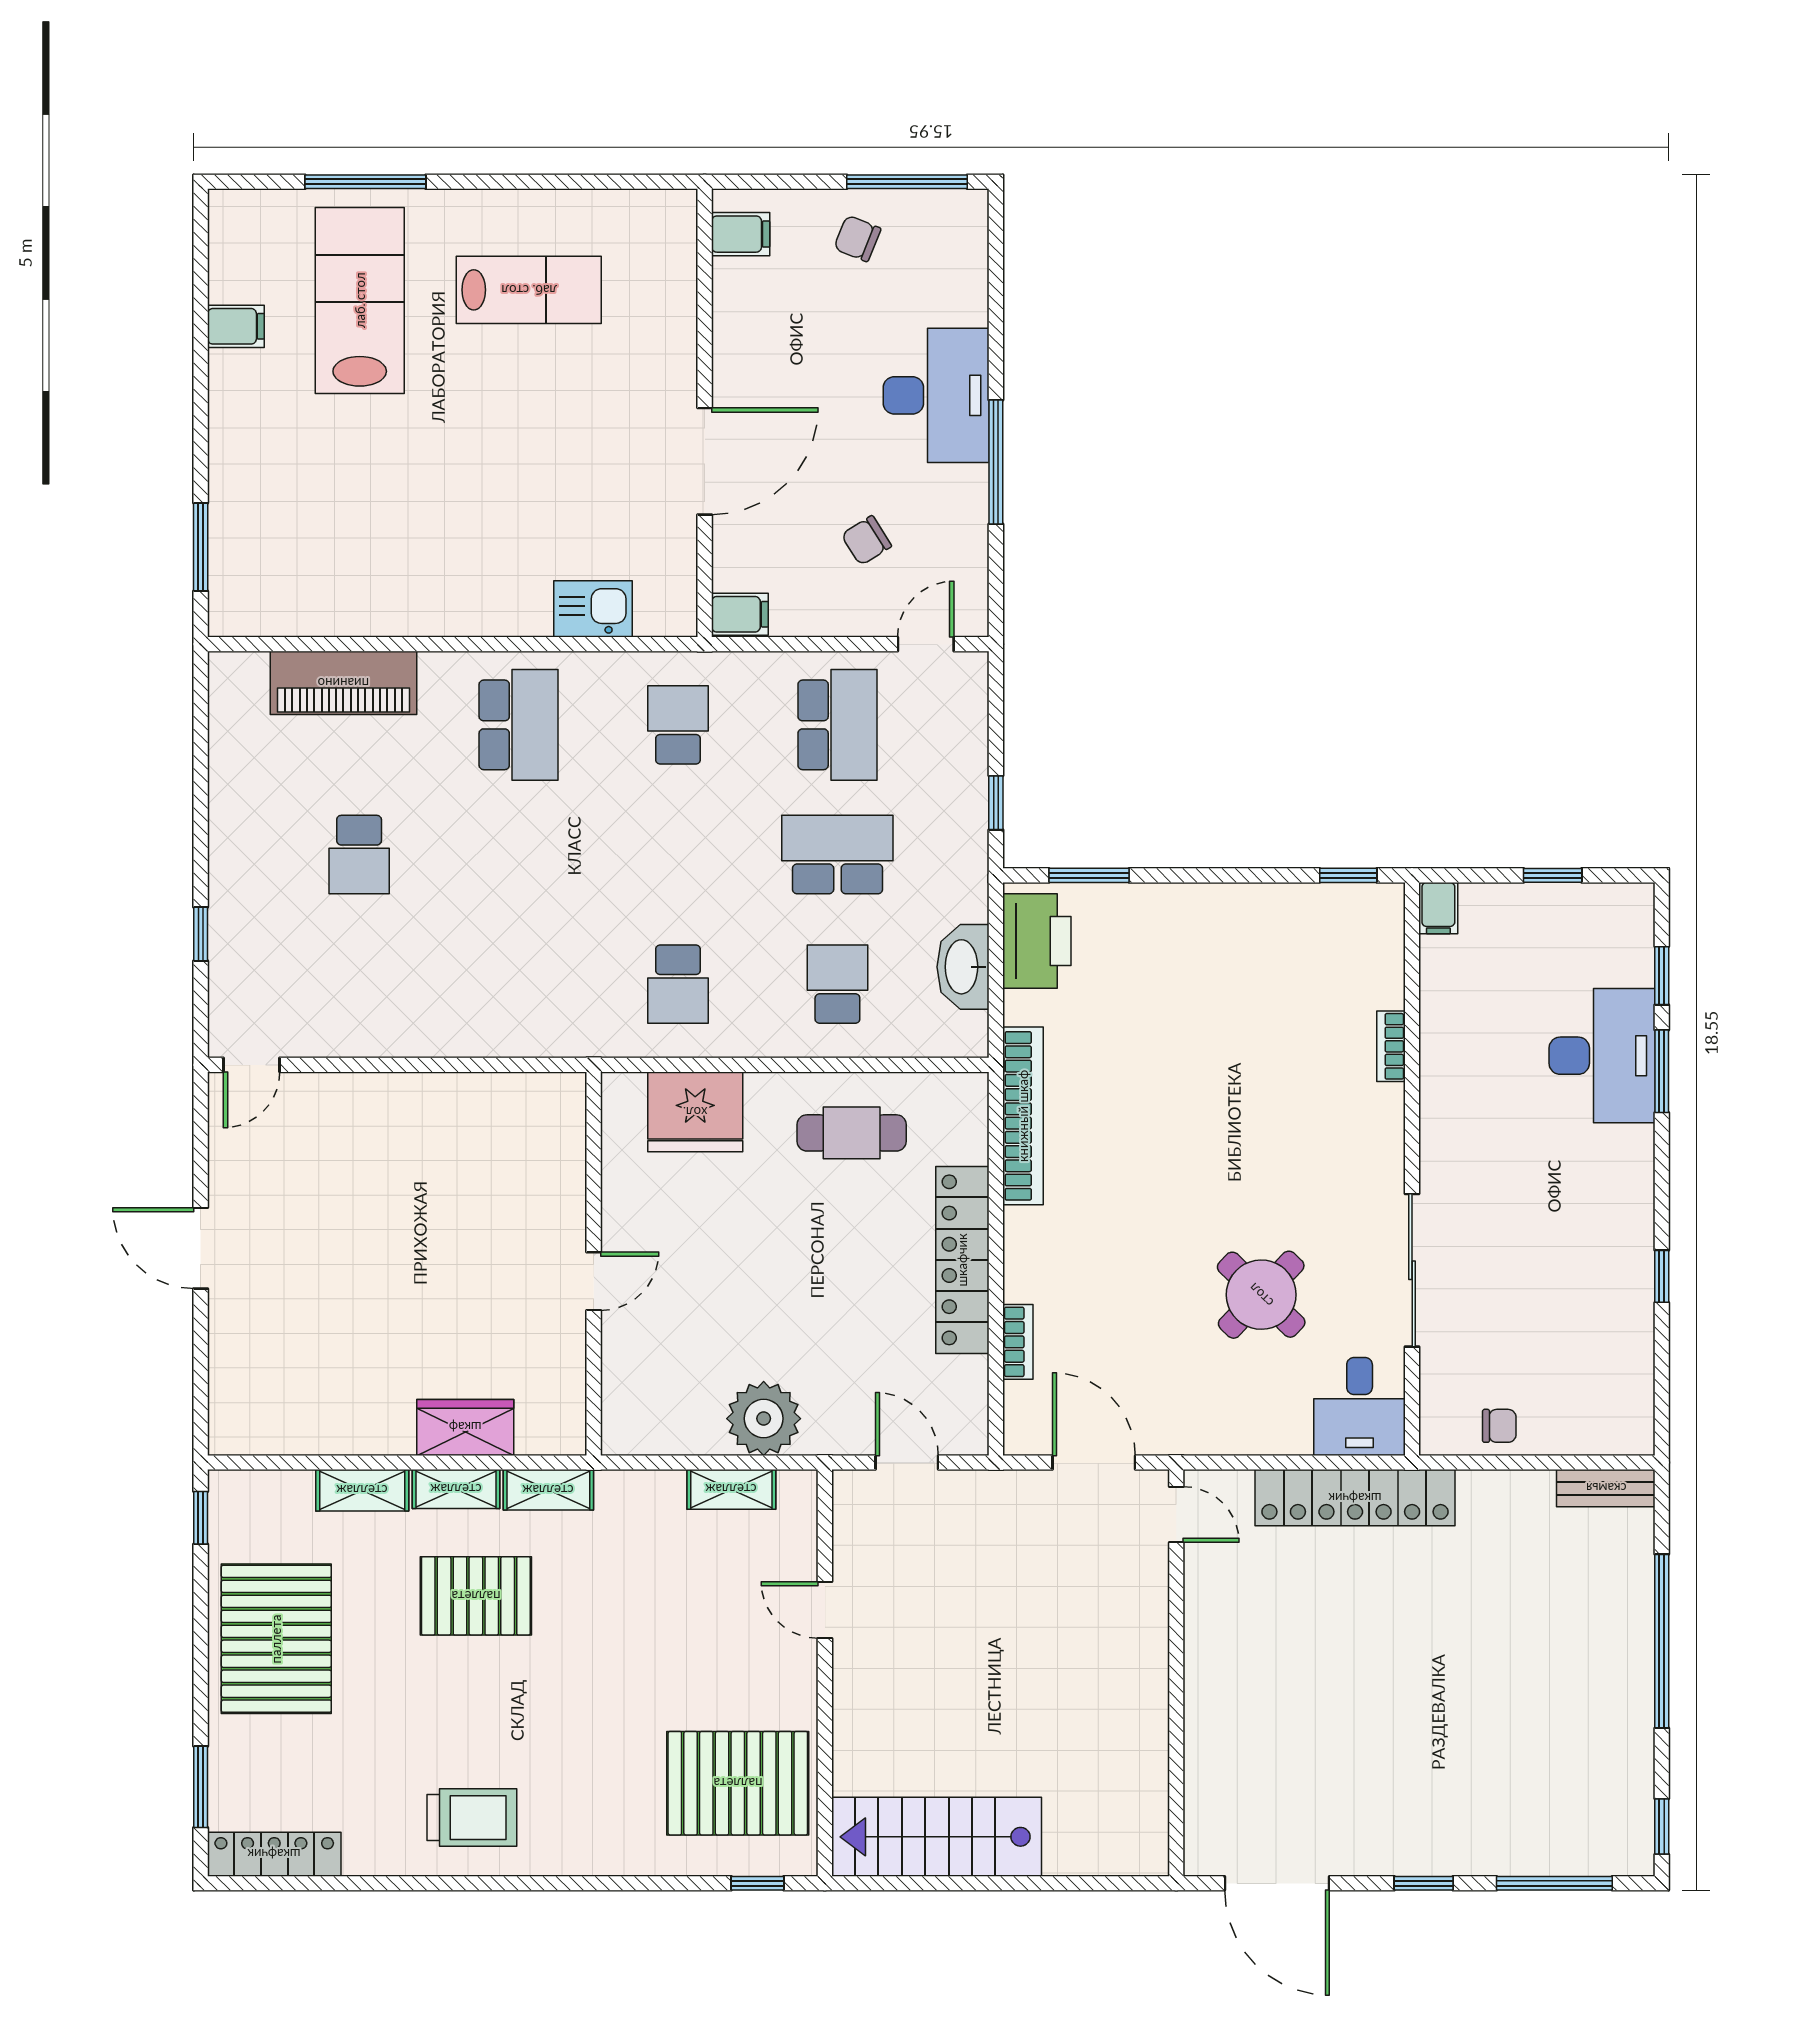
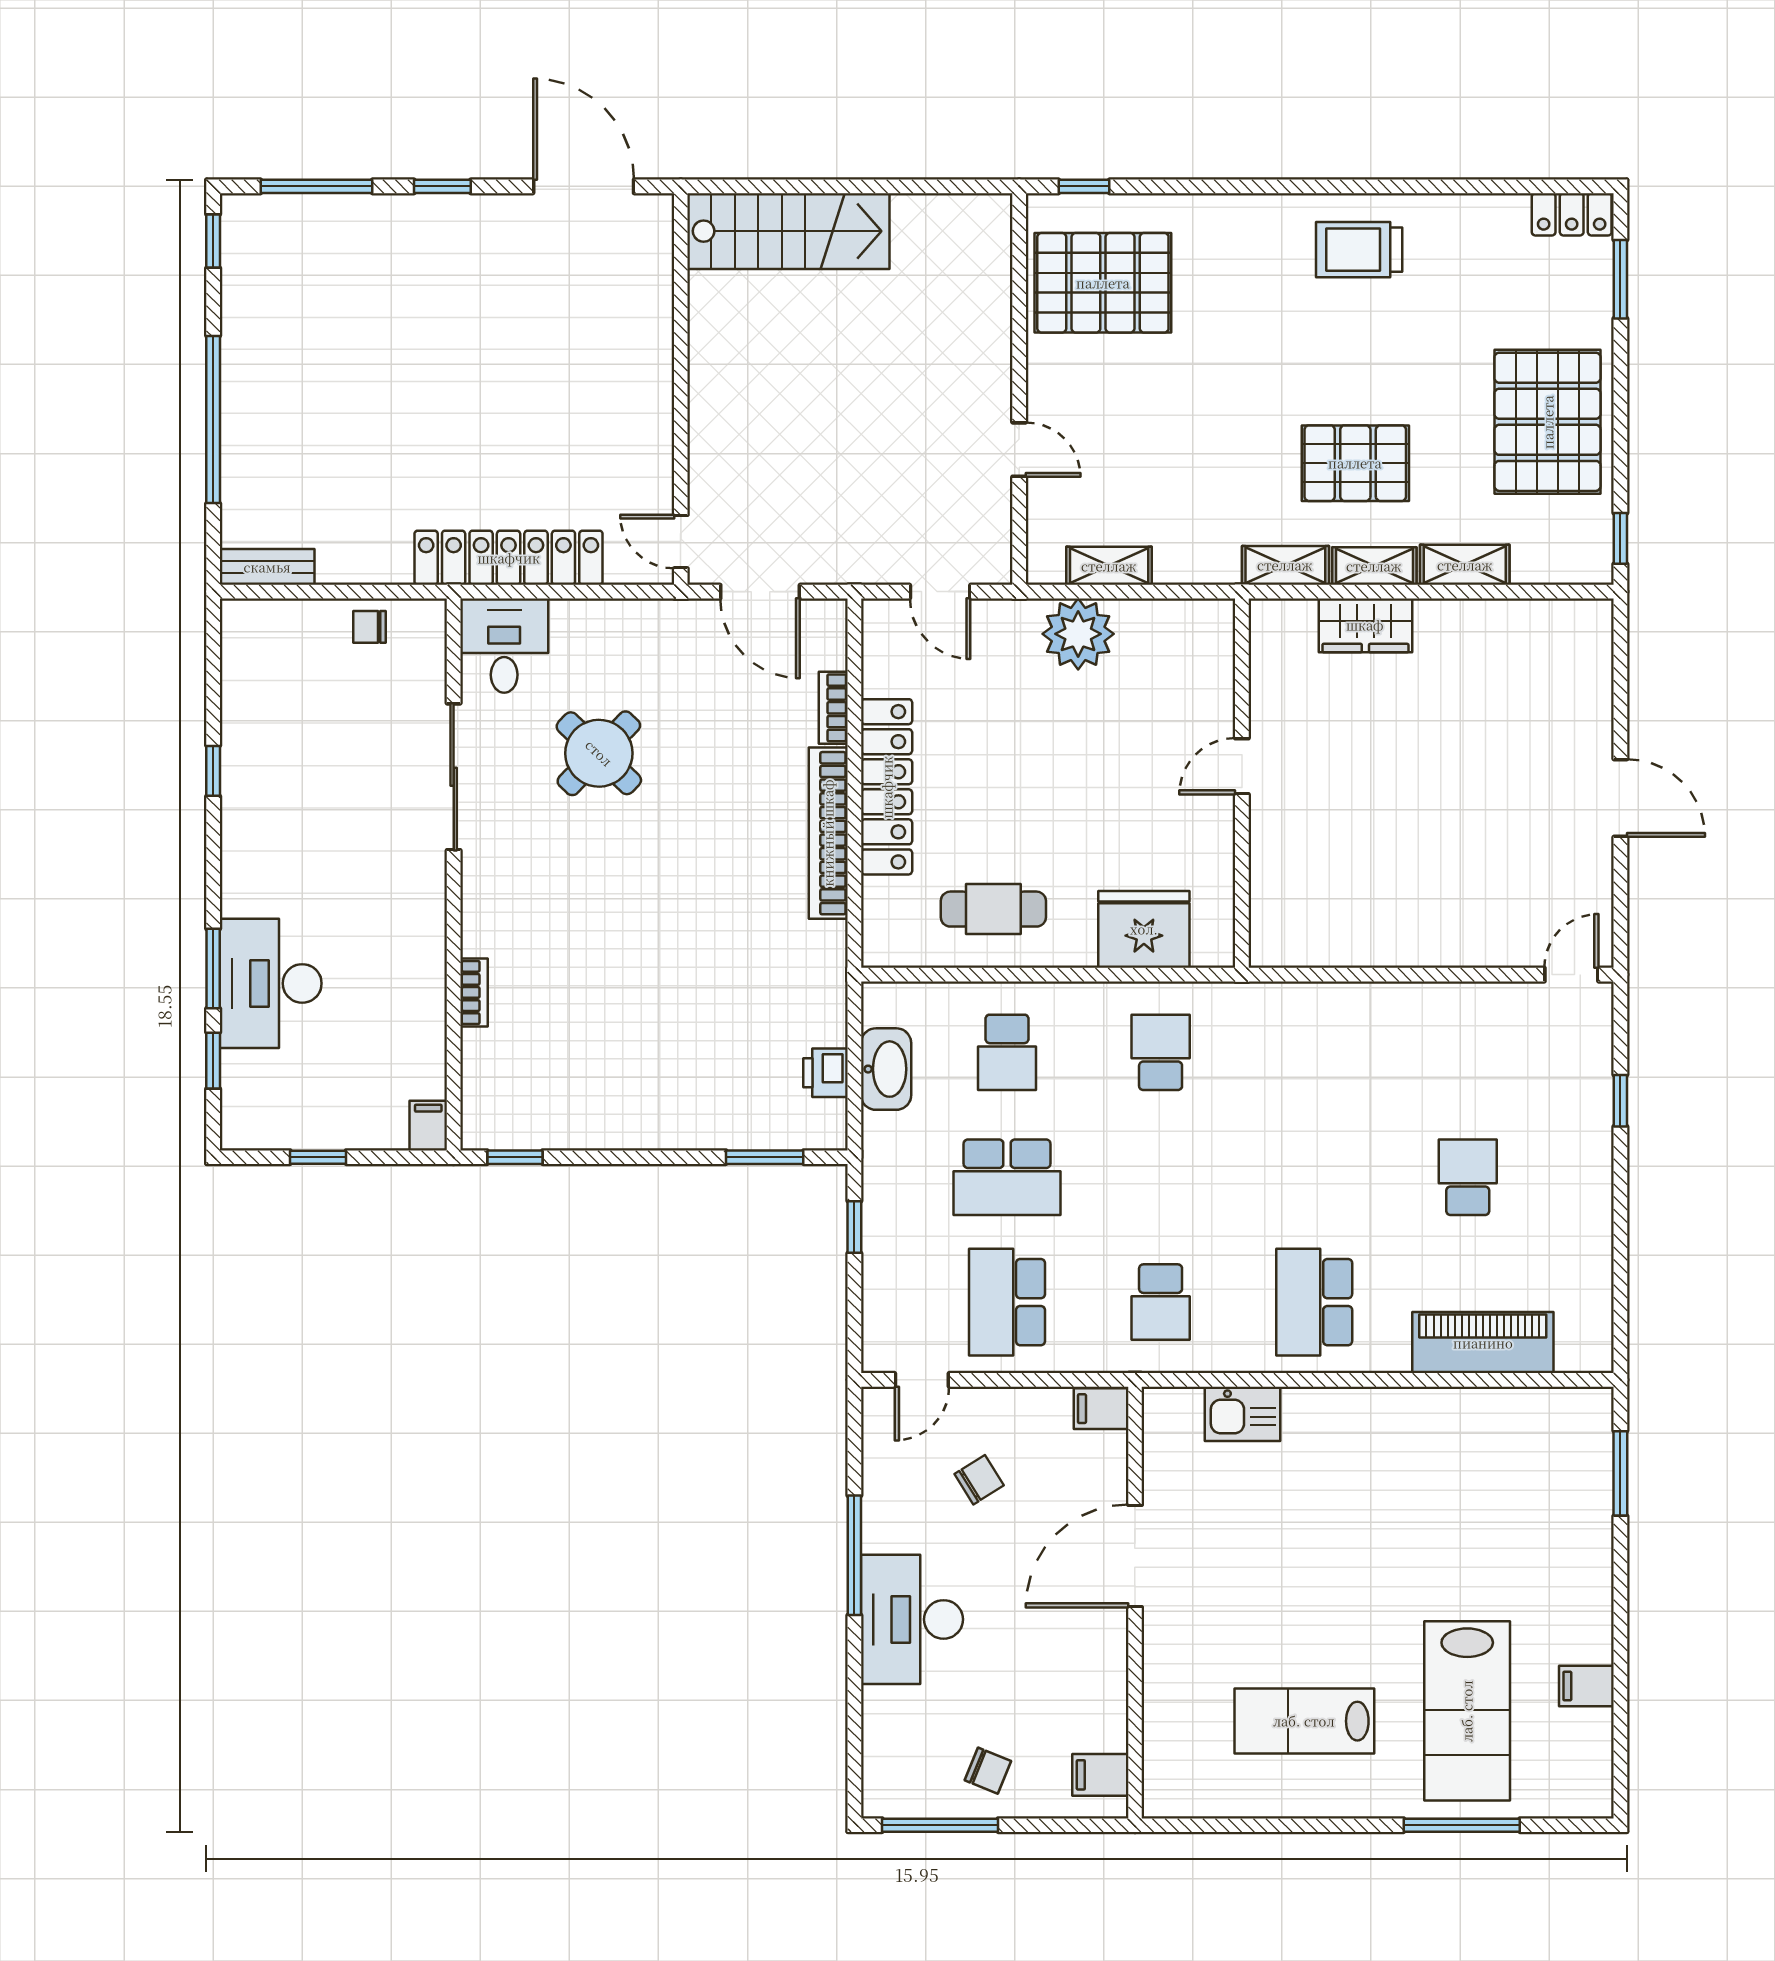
printer: (1037, 941) -> (826, 1073), width x0.53, depth x0.68
bookcase: (1023, 1116) -> (828, 833), moved
stairs: (937, 1837) -> (788, 231), moved
locker: (274, 1854) -> (1572, 214), width x0.66

